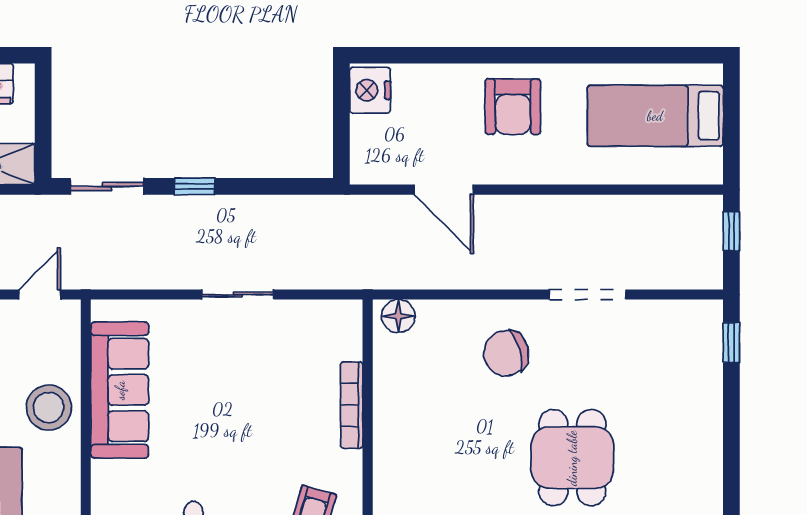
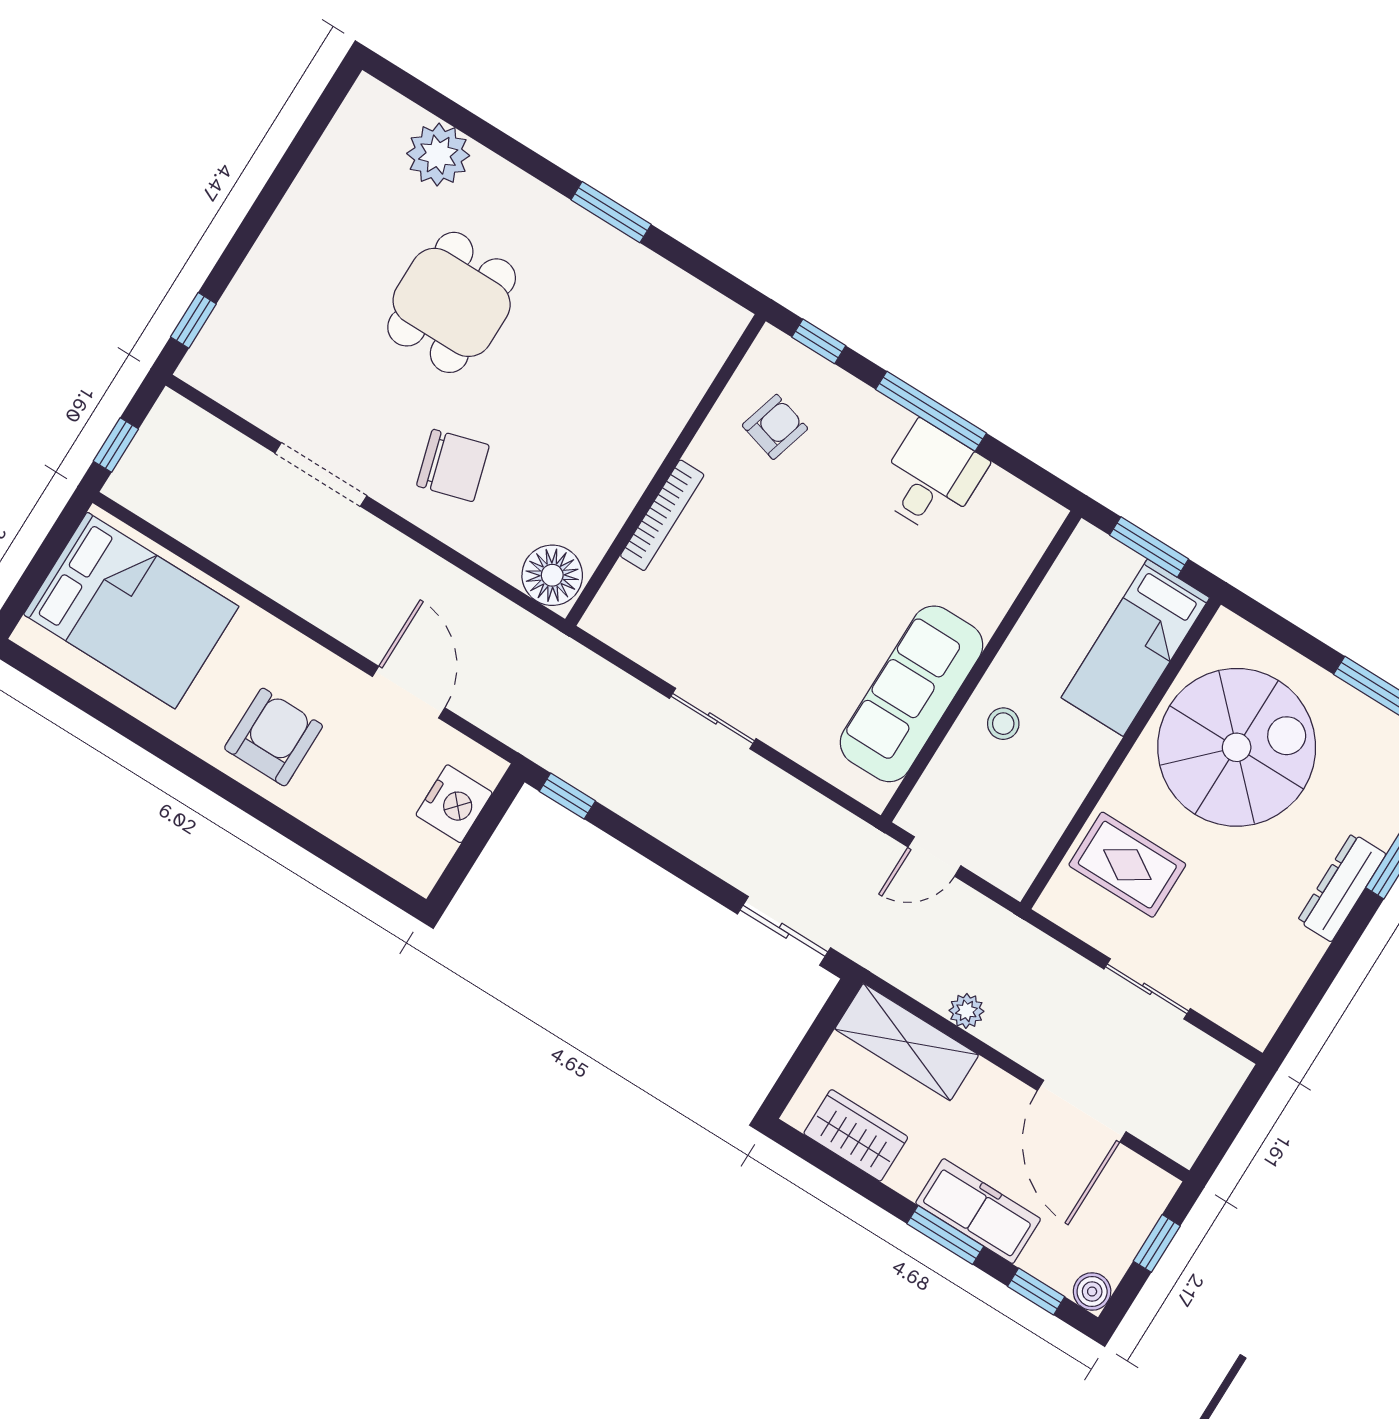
nightstand: (370, 90) -> (454, 804), moved
bed: (655, 116) -> (131, 610), width x1.50
window: (195, 186) -> (567, 796), moved
floor lamp: (398, 316) -> (552, 575), width x1.38, depth x1.38
stool: (49, 408) -> (1003, 724), width x0.53, depth x0.53

